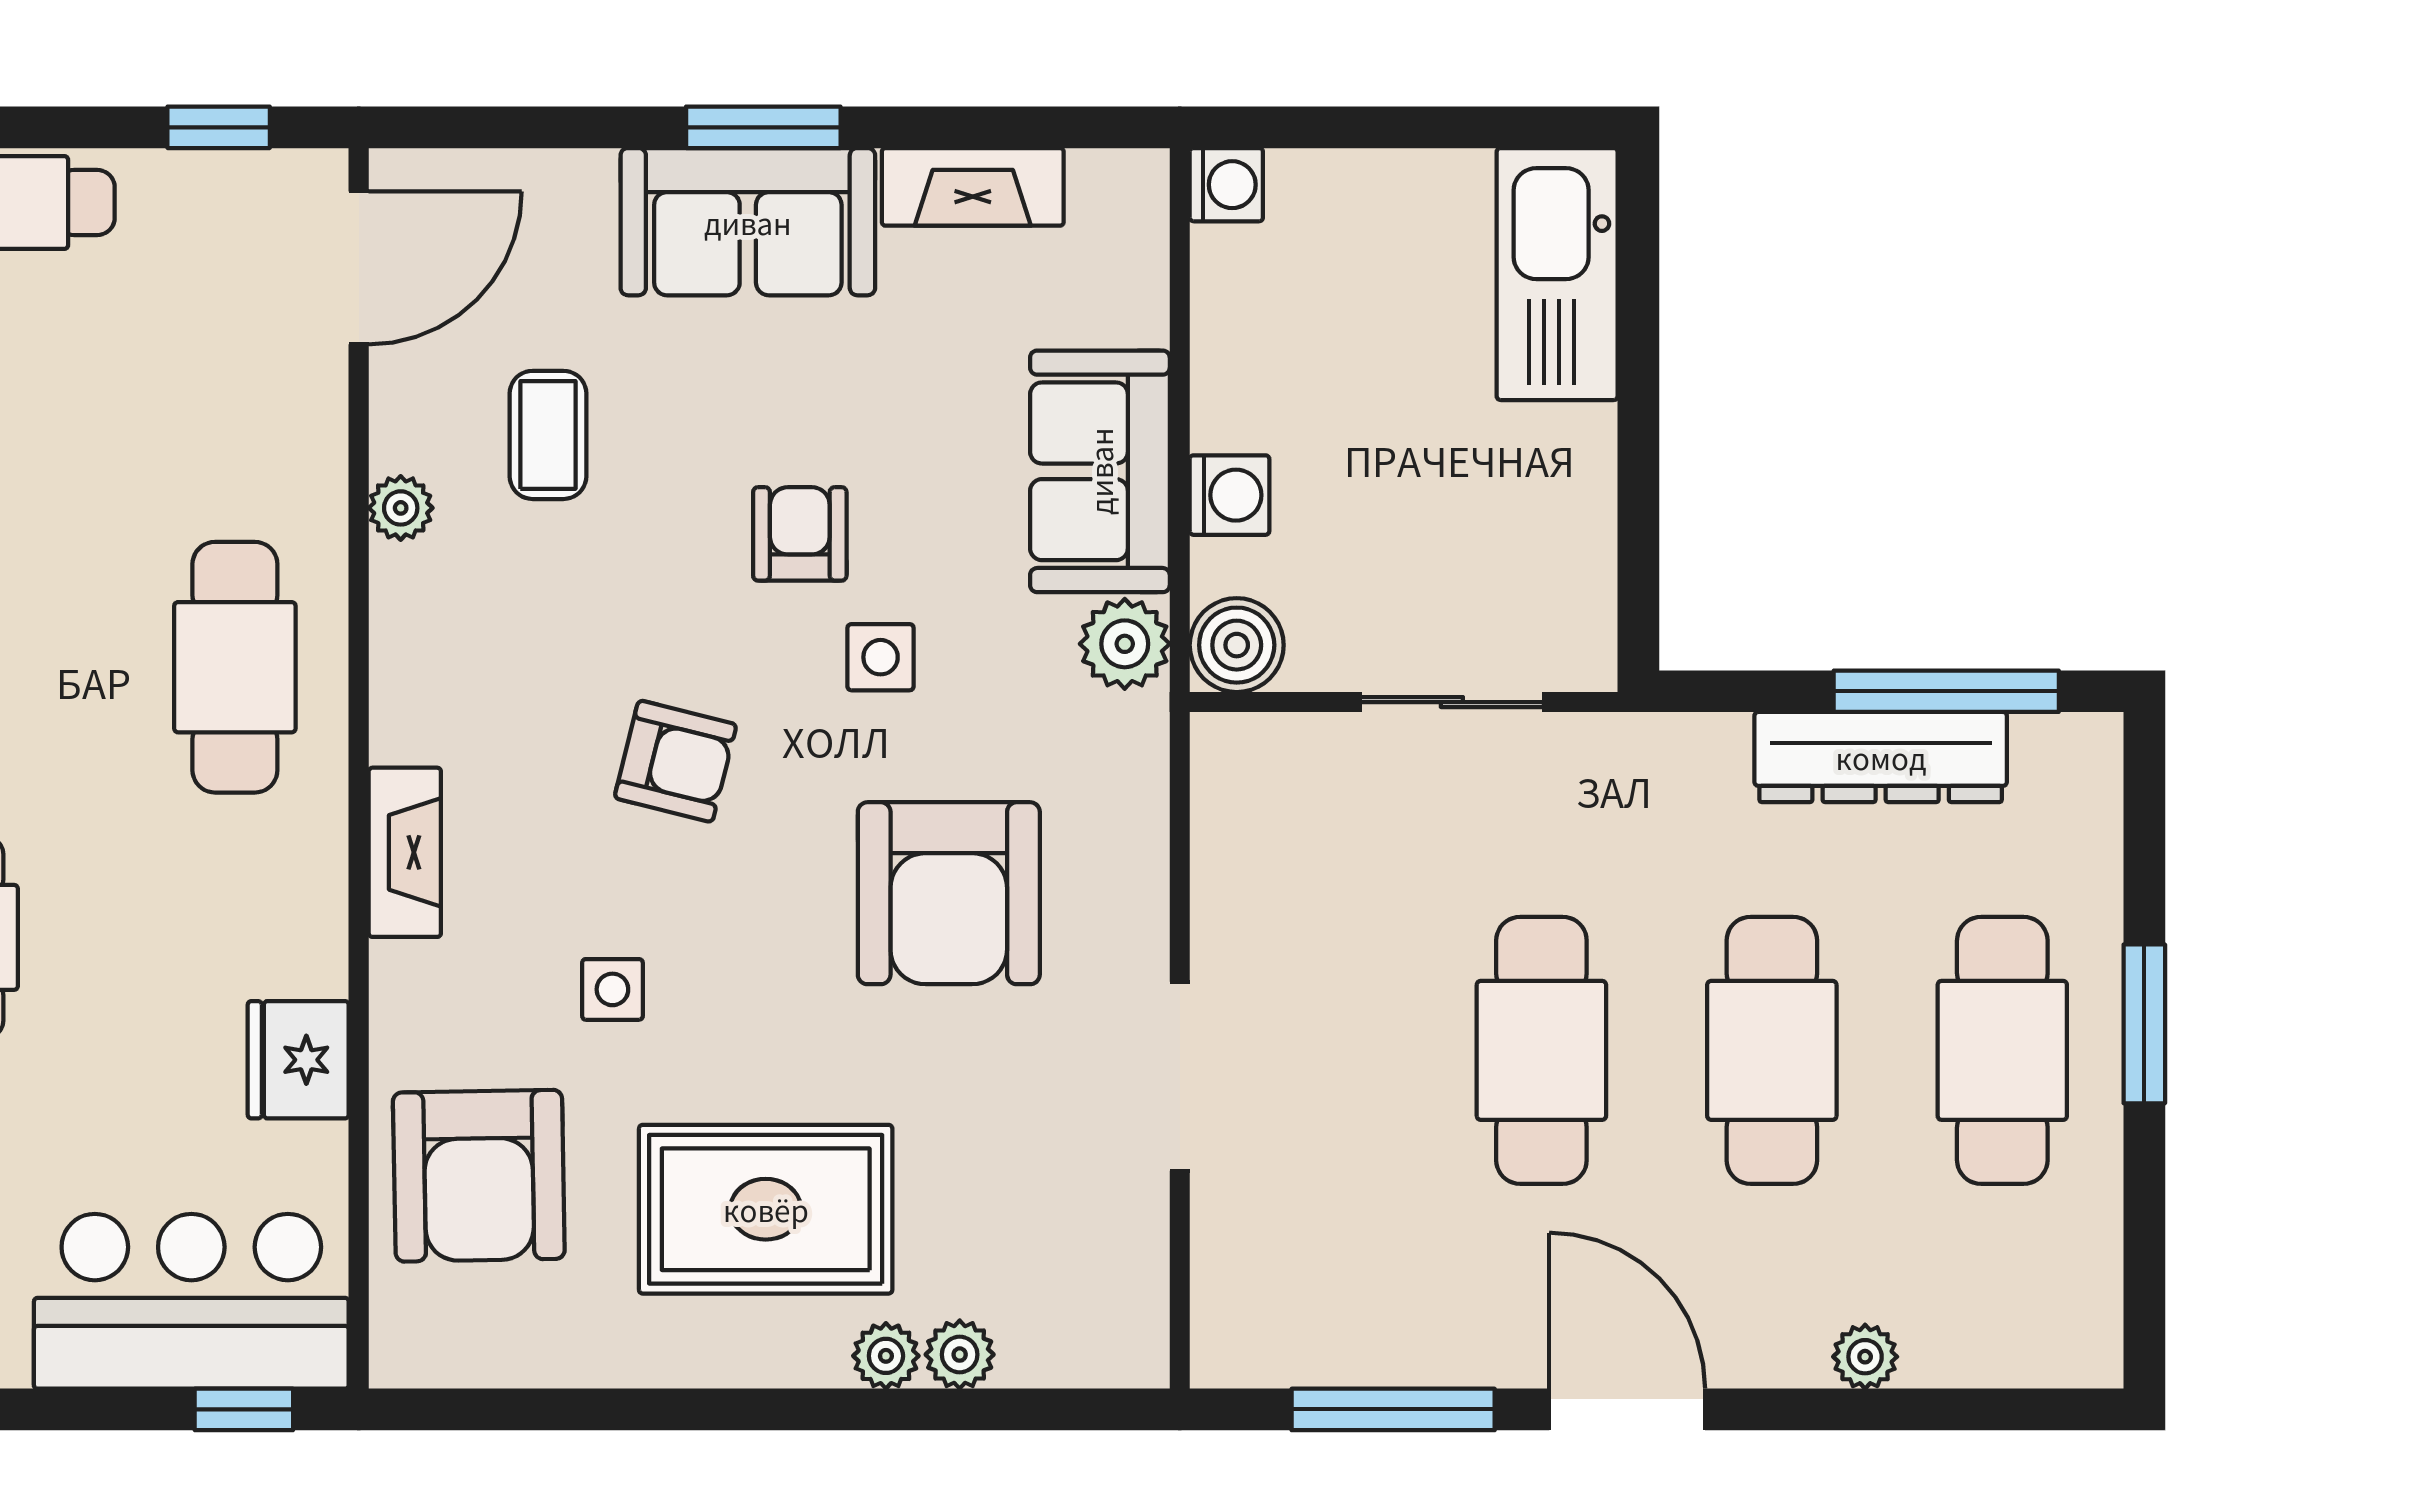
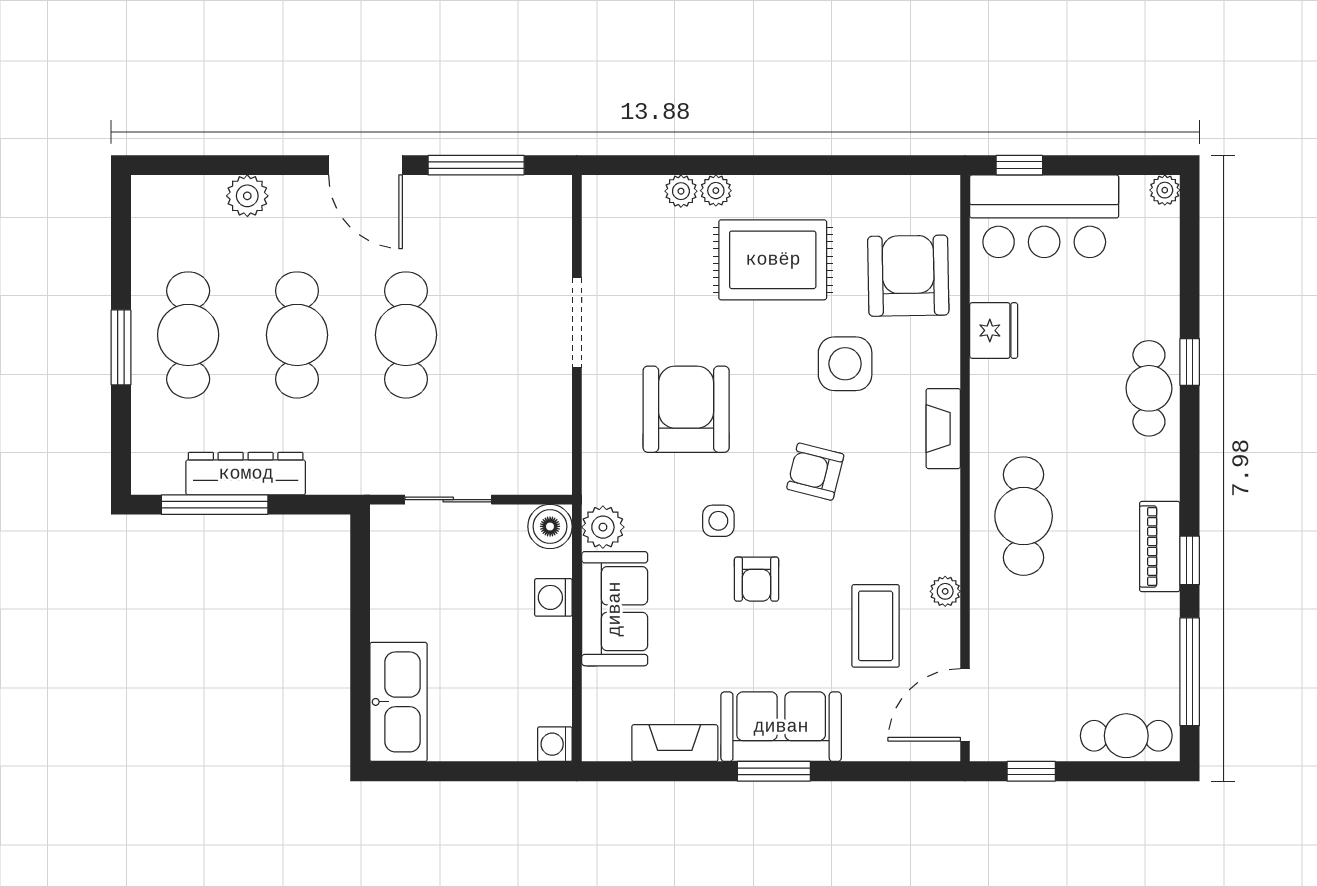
coffee table: (548, 435) -> (876, 626), width x1.36, depth x1.30
side table: (612, 989) -> (845, 364), width x1.87, depth x1.87
plant: (1865, 1357) -> (247, 196), width x1.38, depth x1.38

